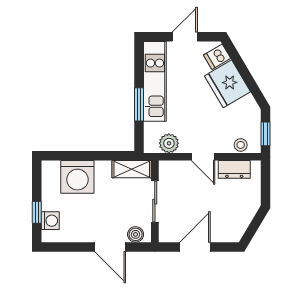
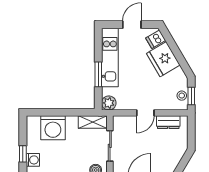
plant: (169, 143) -> (109, 103), moved
stool: (241, 145) -> (182, 96), moved
door: (203, 157) -> (145, 113), hinge flipped

